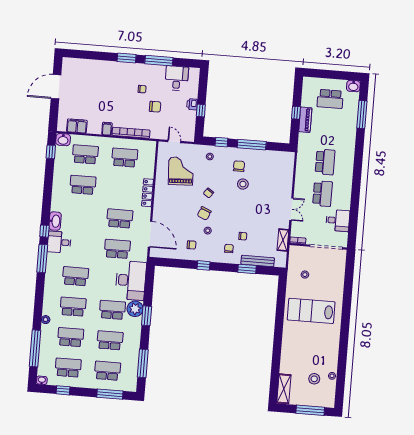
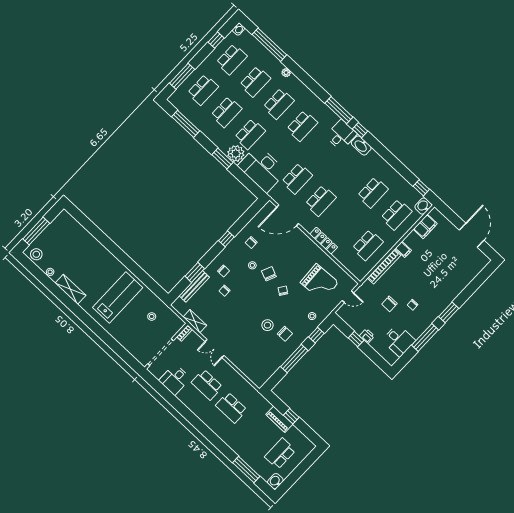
stool: (314, 379) -> (36, 254), moved
shelving: (284, 389) -> (70, 289), moved

